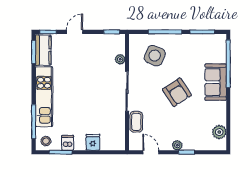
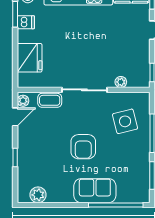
side table: (155, 56) -> (125, 121), turned -37
armchair: (177, 92) -> (83, 147), turned -57
fridge: (93, 142) -> (30, 58), width x1.88, depth x1.34
plant: (177, 145) -> (23, 101), moved

